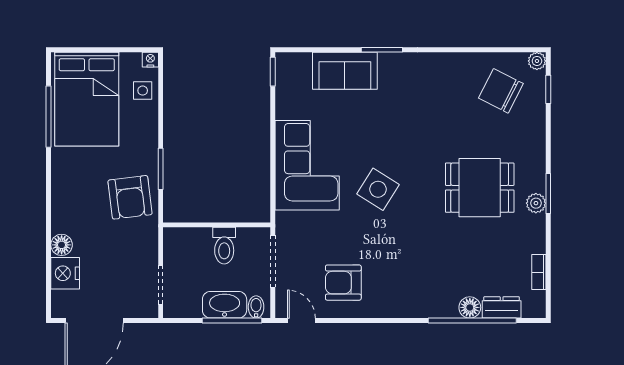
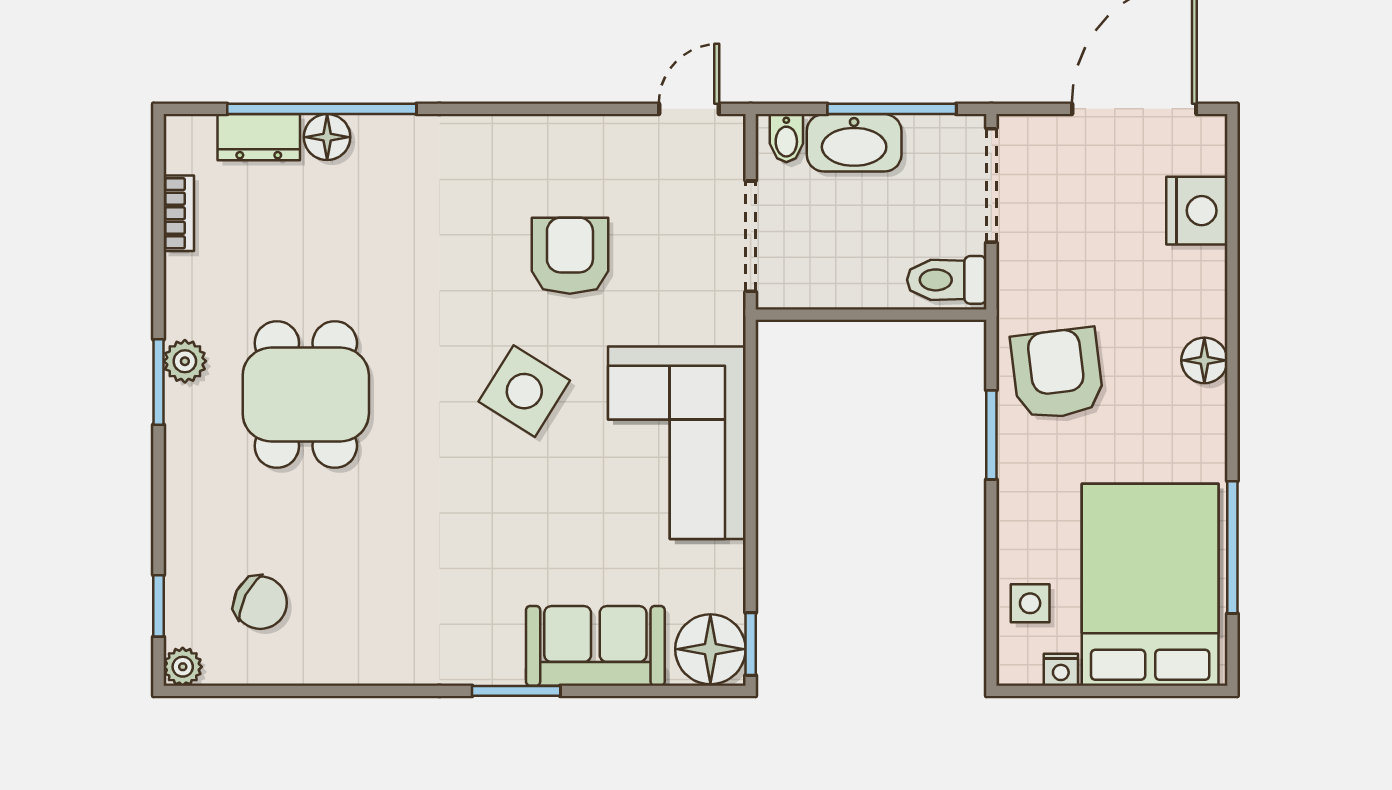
nightstand: (150, 60) -> (1061, 670), moved
floor lamp: (291, 69) -> (710, 649), added
chair: (501, 91) -> (260, 603), width x0.73, depth x0.73
dining table: (480, 188) -> (306, 395), turned 90
floor lamp: (62, 245) -> (1204, 360), moved
toilet: (224, 246) -> (947, 280), moved, turned -90
armchair: (343, 283) -> (570, 256), moved, turned -90
doorway: (161, 285) -> (991, 185), width x1.38
window: (232, 321) -> (892, 109), moved
door: (301, 321) -> (689, 109), swing flipped

